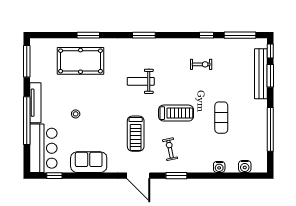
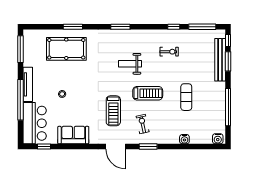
weight bench: (141, 81) -> (130, 64), moved
water cooler: (245, 166) -> (218, 139), moved

